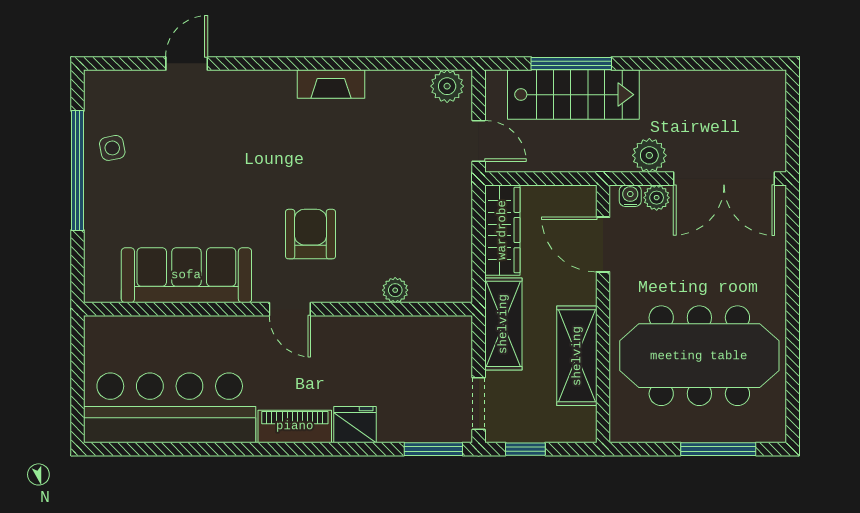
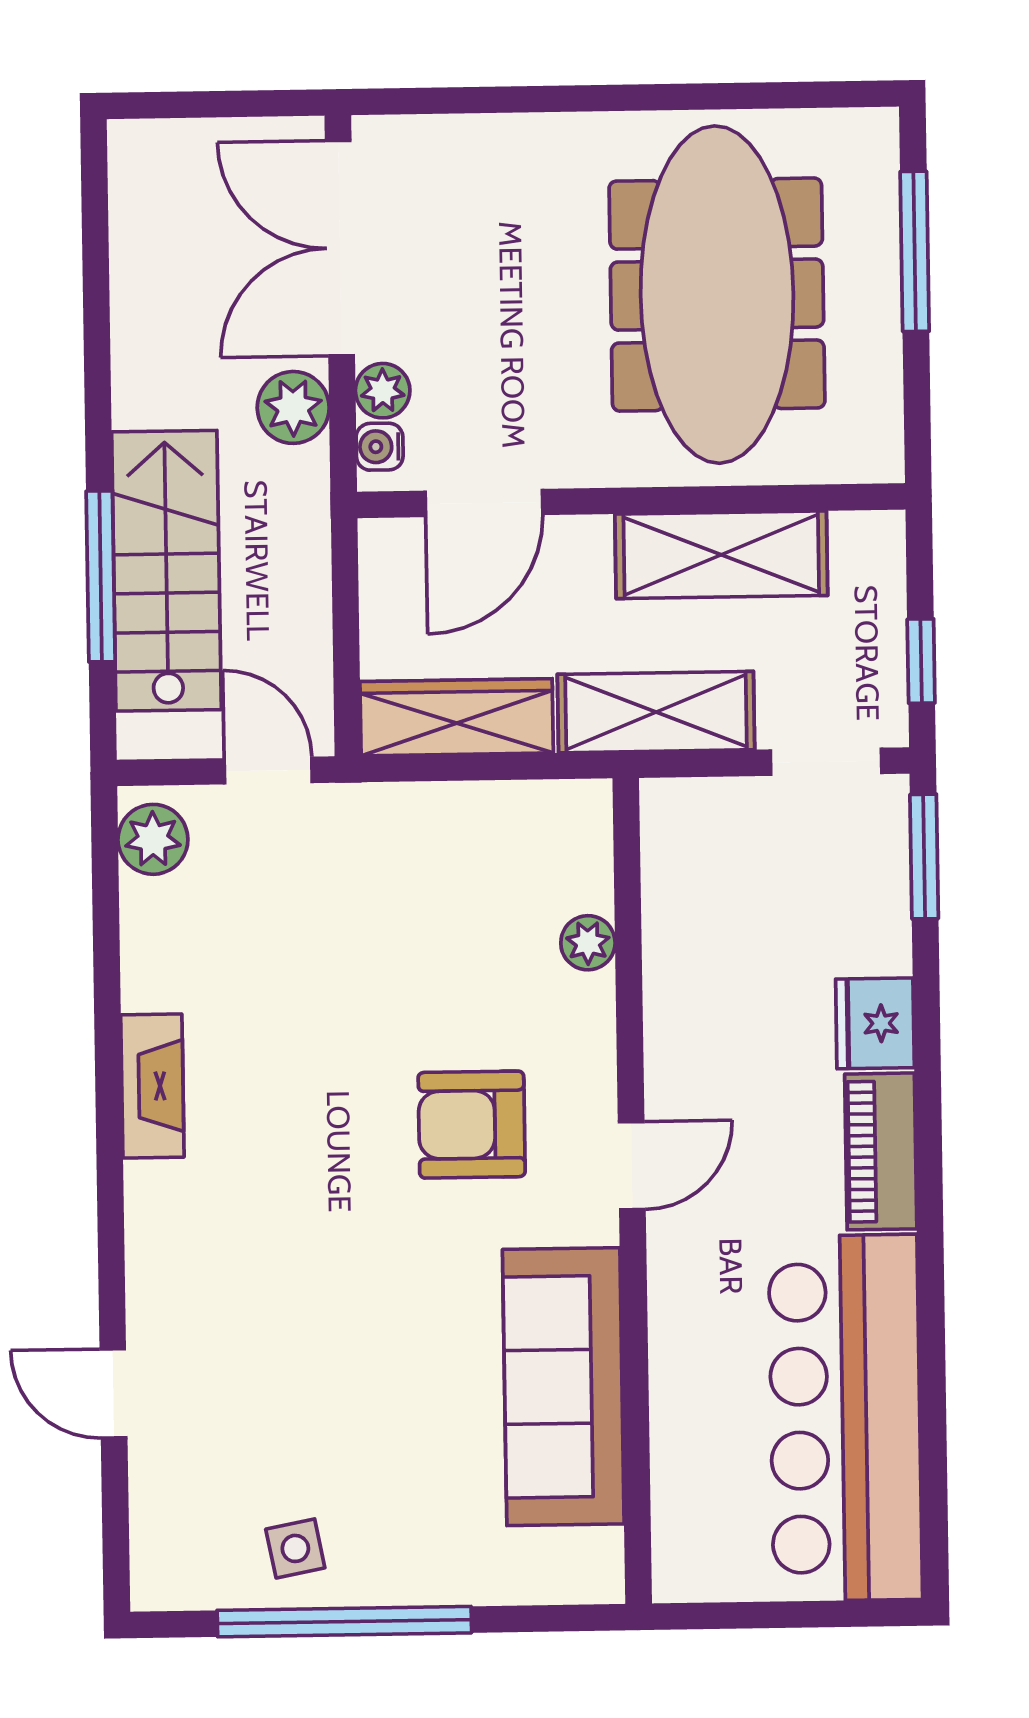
door: (479, 141) -> (268, 771), hinge flipped
double door: (724, 179) -> (340, 248), swing flipped

